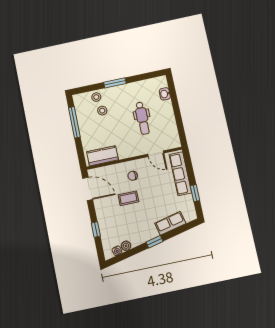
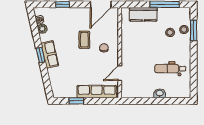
window: (115, 83) -> (194, 30), moved
washbasin: (165, 94) -> (160, 93), moved
dental chair: (142, 118) -> (170, 69), moved
kitchen counter: (103, 156) -> (143, 14), moved, turned 90
row of seats: (170, 223) -> (50, 54), moved

